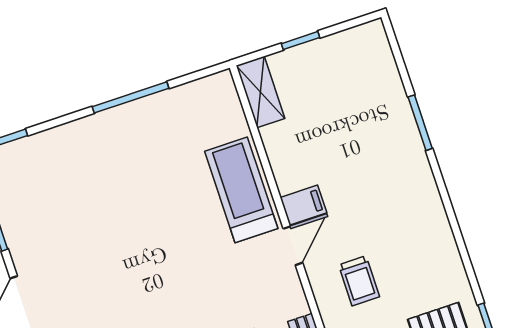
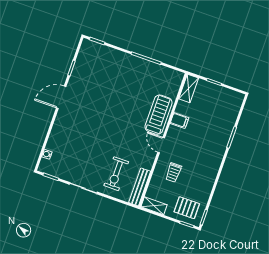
filing cabinet: (303, 205) -> (179, 121), moved
door: (293, 246) -> (161, 145), swing flipped

